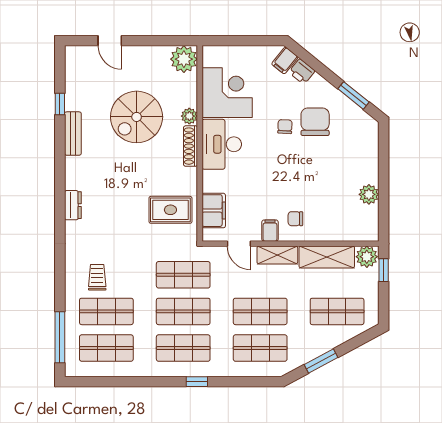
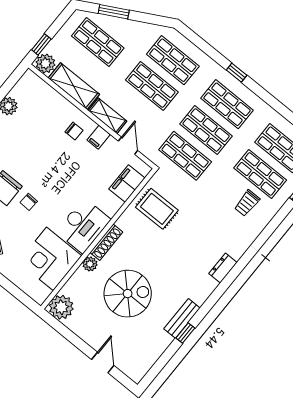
window: (60, 104) -> (185, 333), moved
window: (321, 361) -> (114, 12), moved

